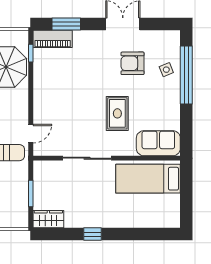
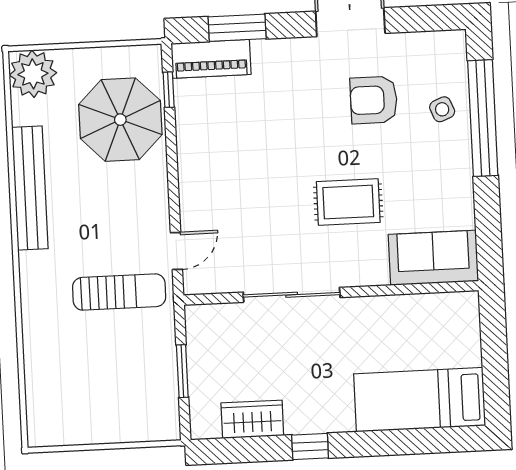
rug: (117, 113) -> (348, 202), turned 90
bed: (148, 179) -> (420, 400), moved
wardrobe: (48, 219) -> (252, 419), moved

